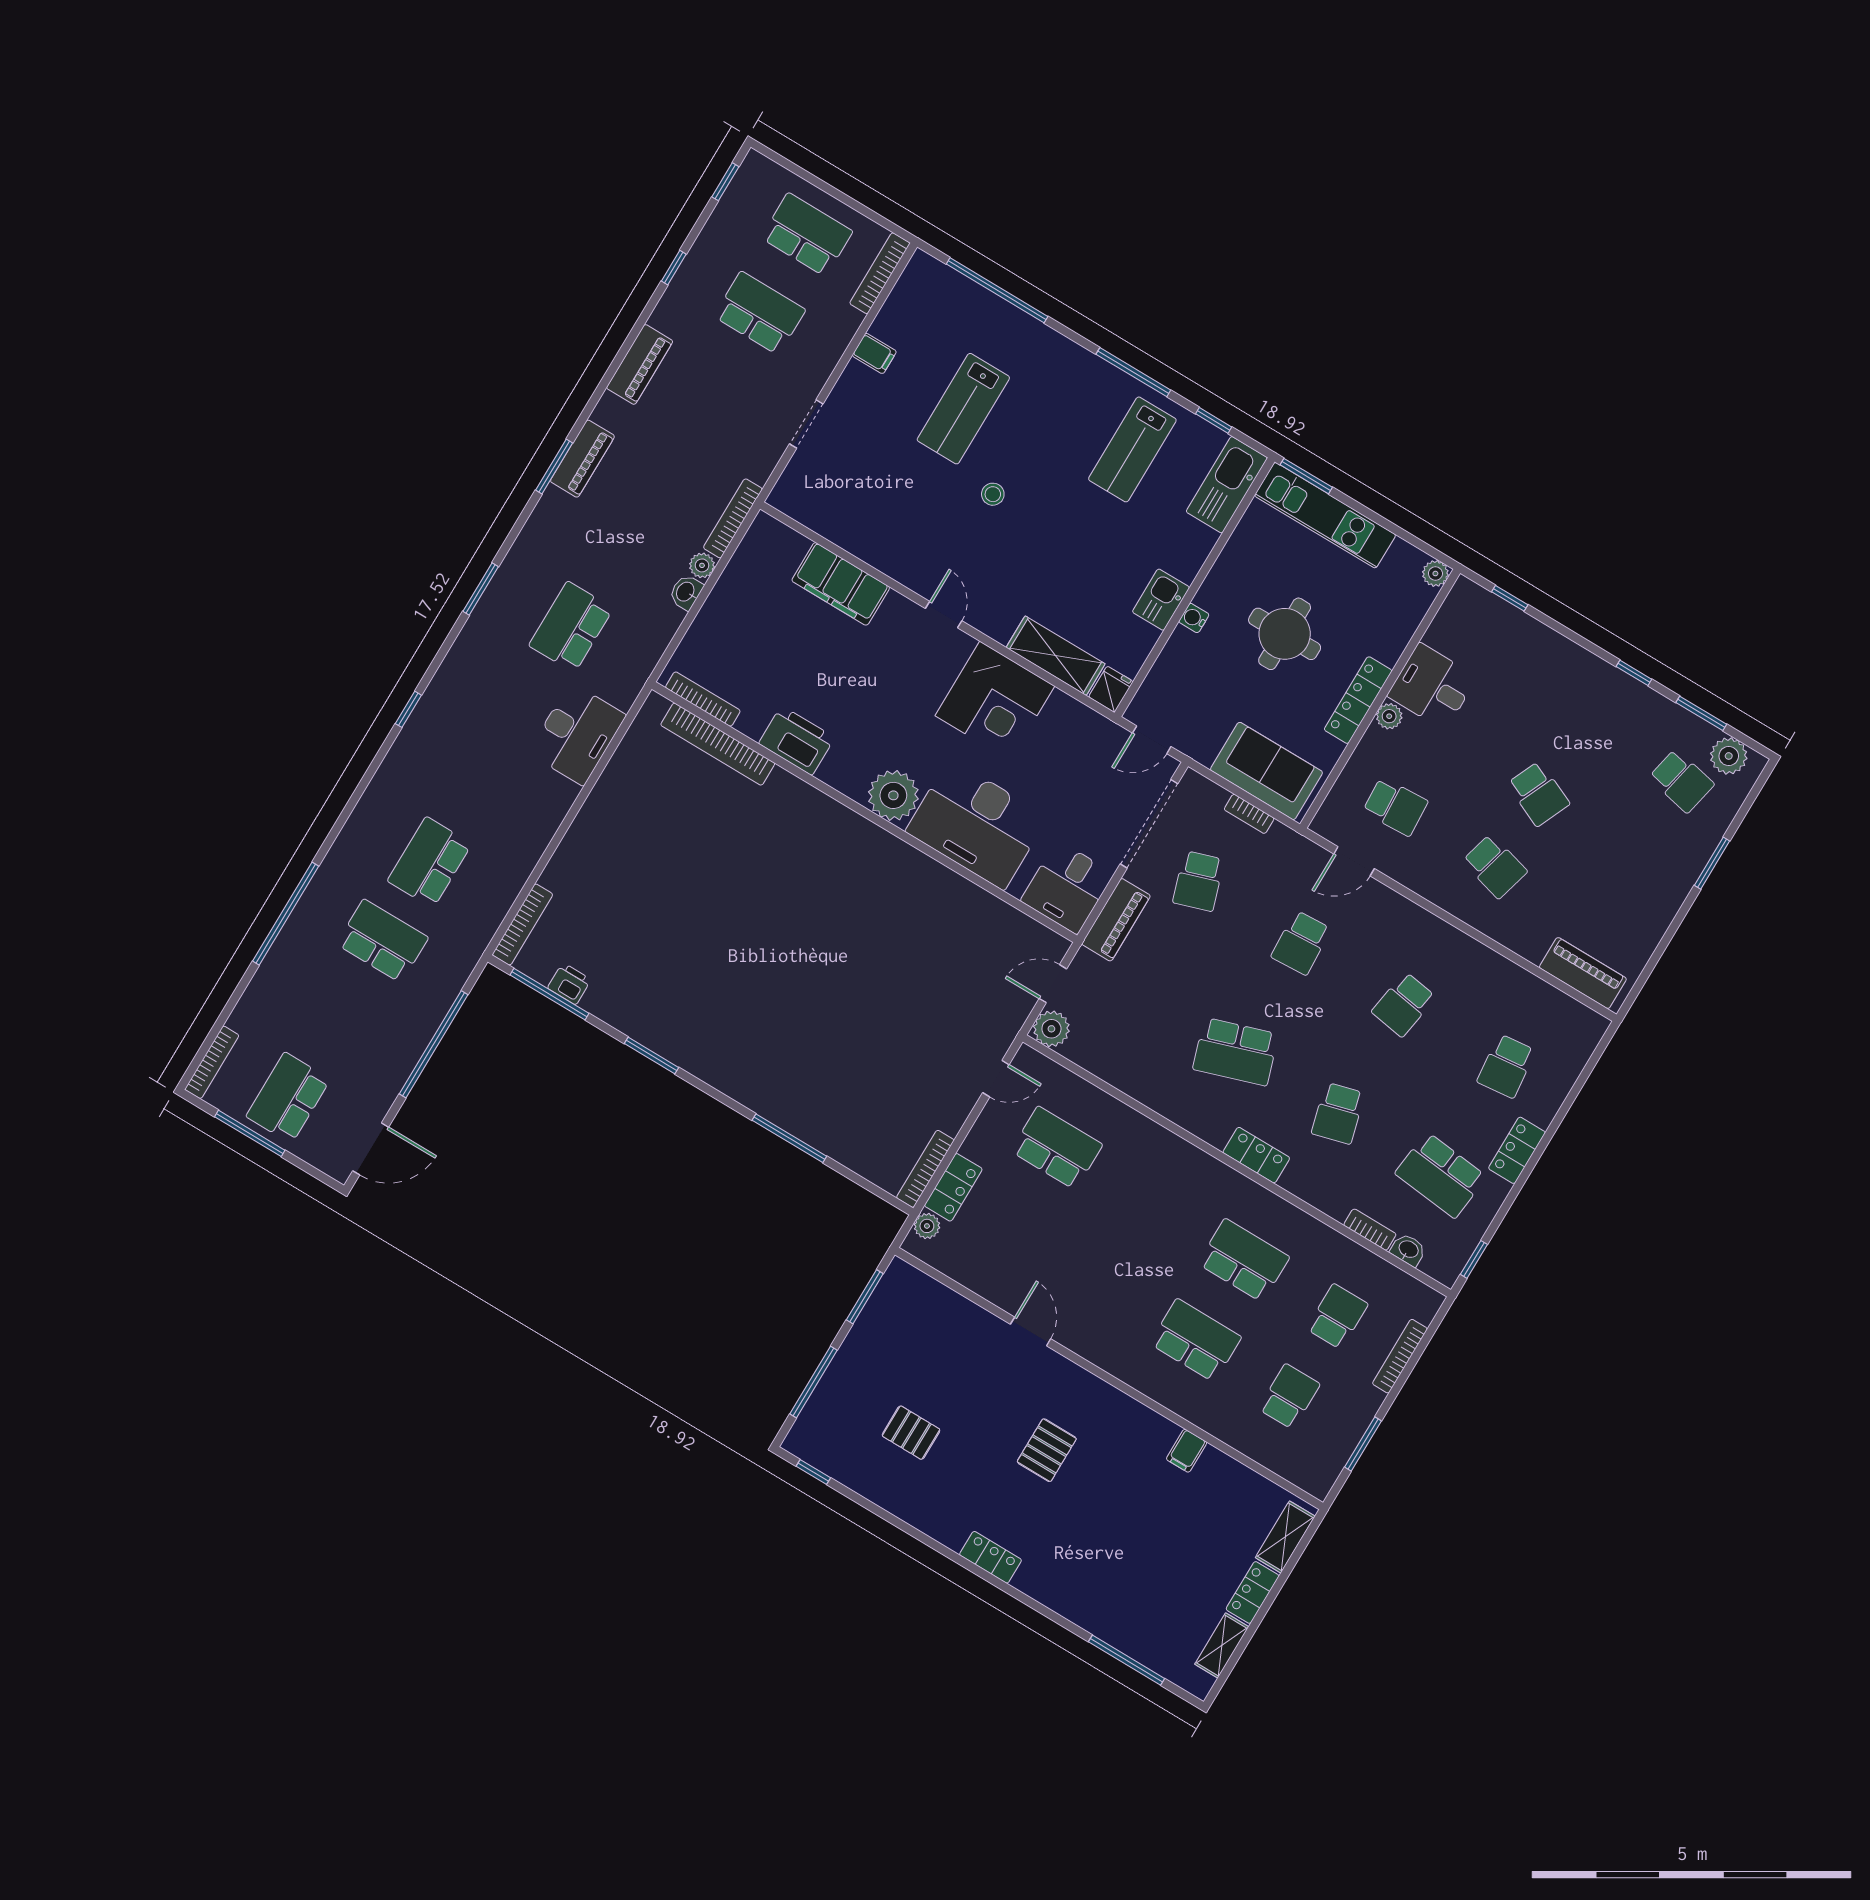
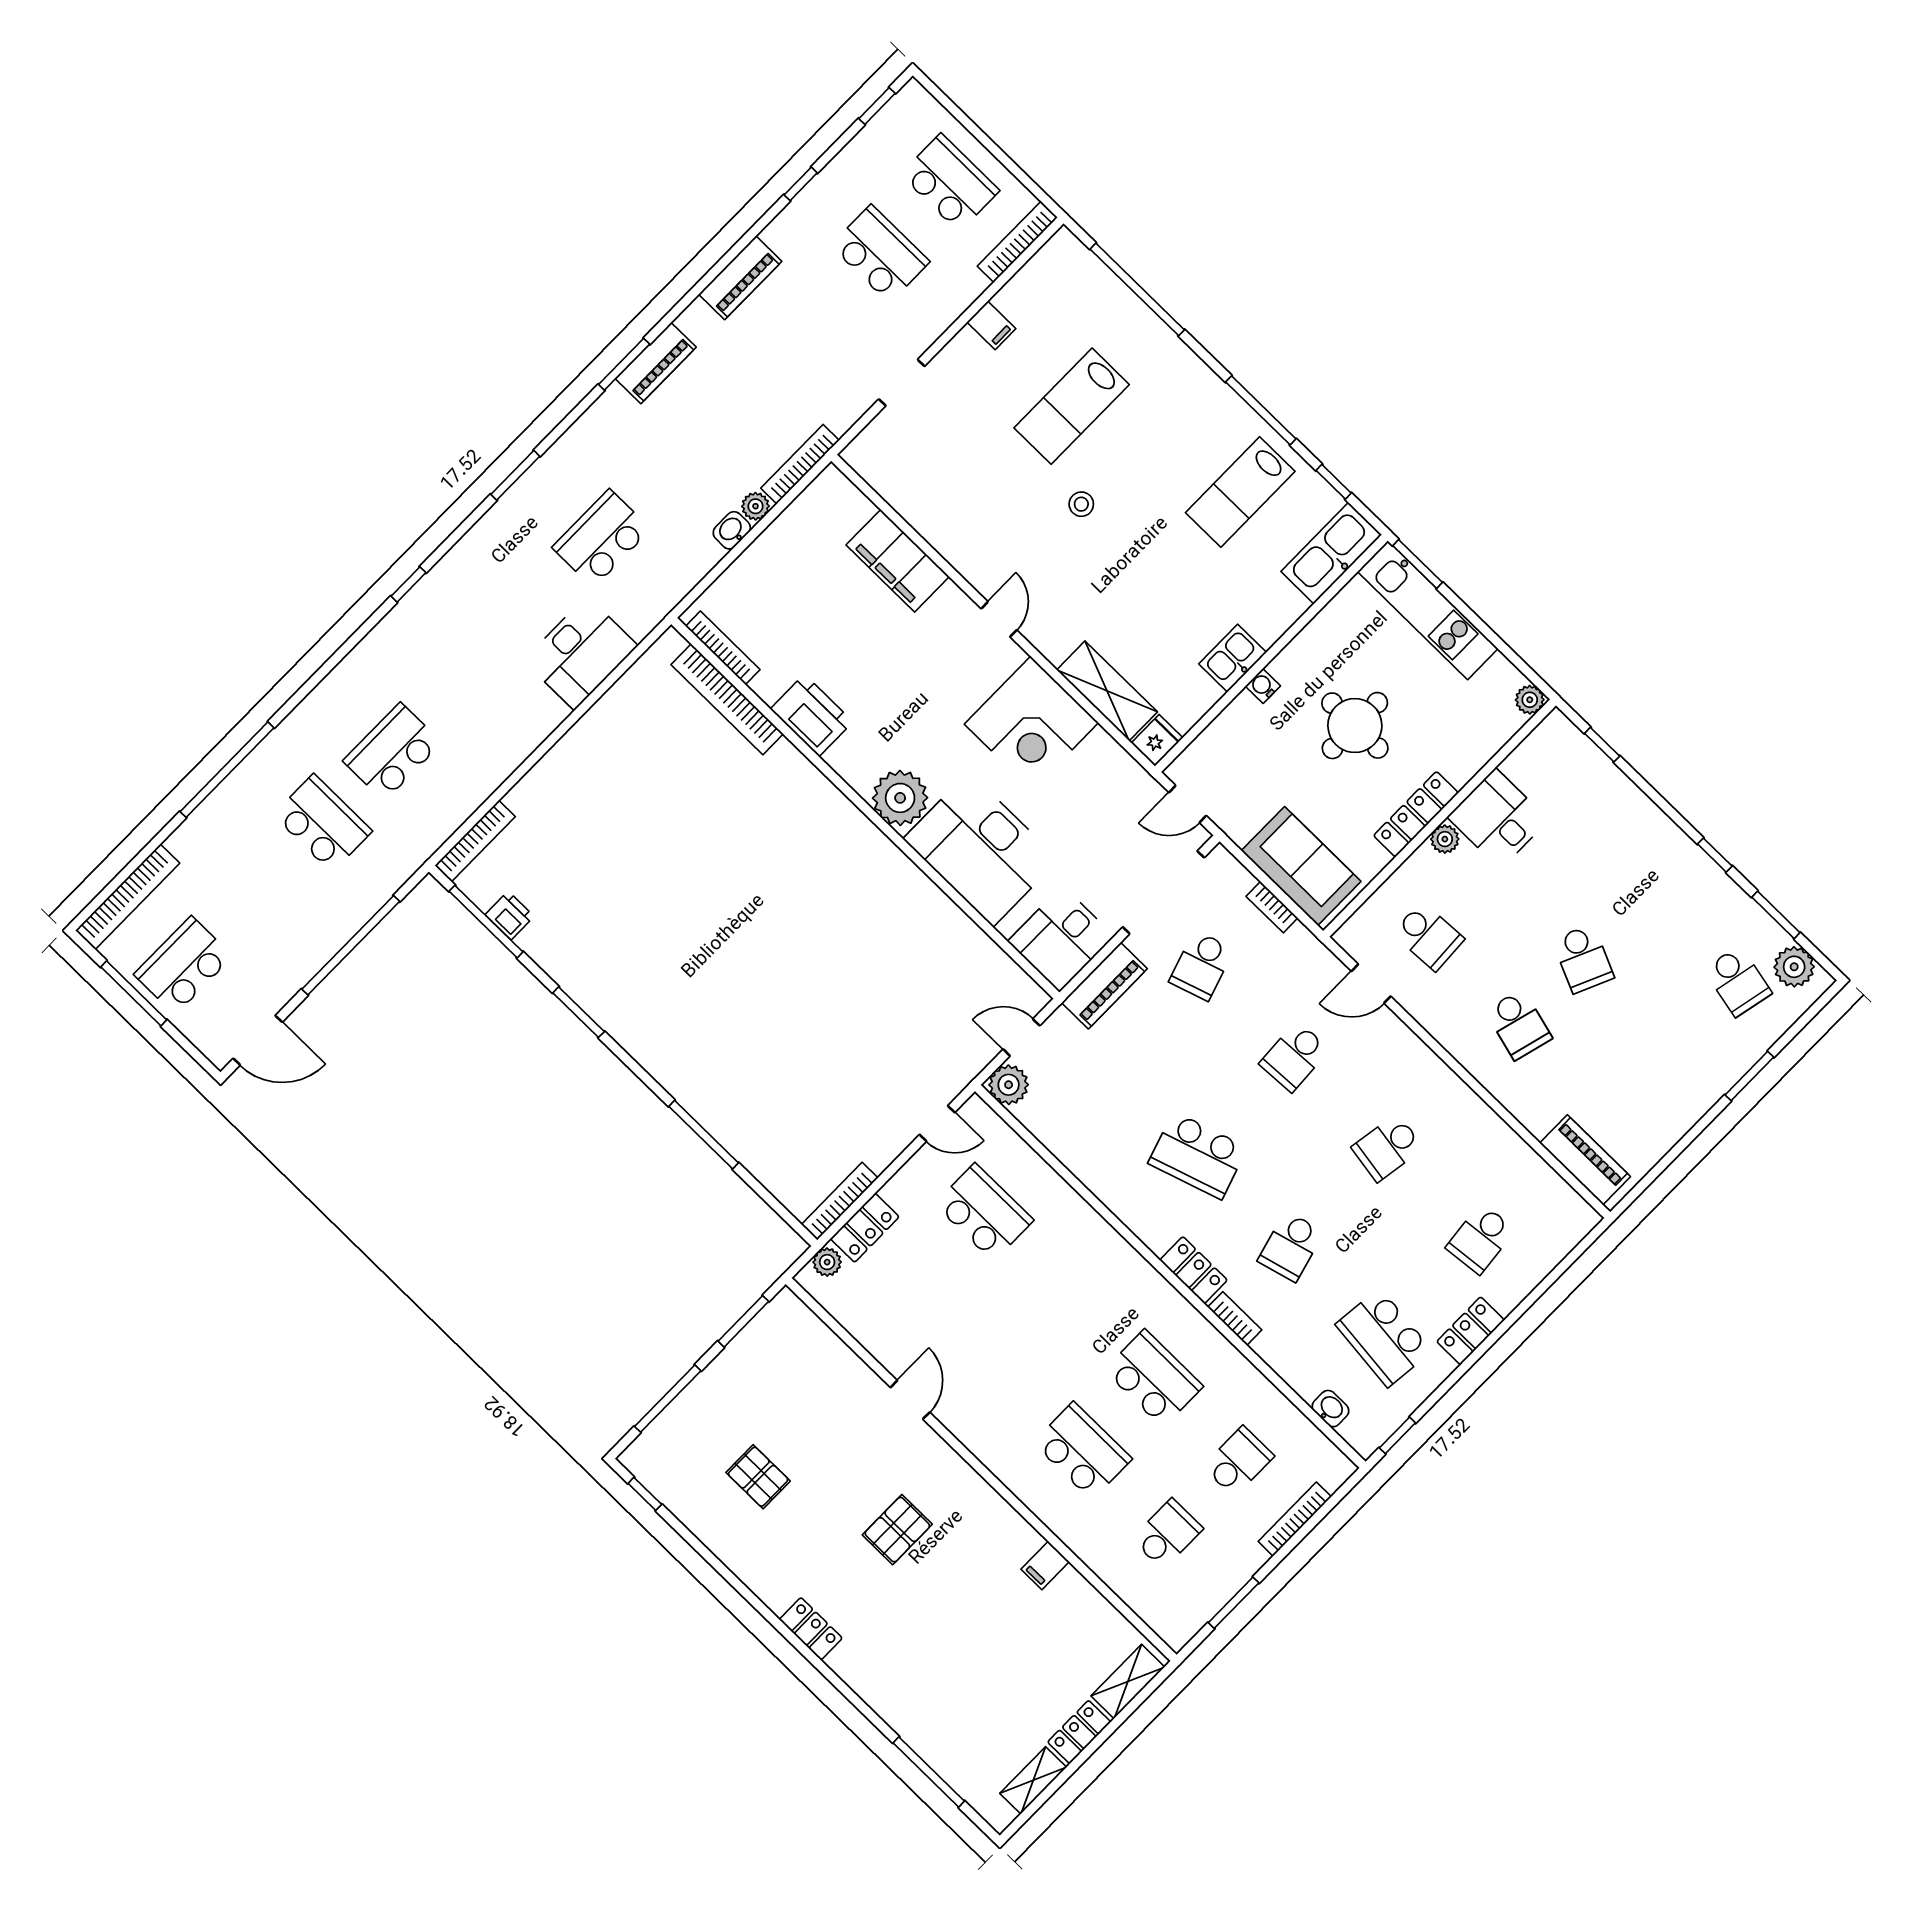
bookcase: (212, 1062) -> (128, 897), width x1.48, depth x1.31
bookcase: (1370, 1230) -> (1235, 1319), moved

